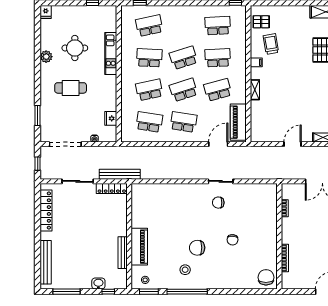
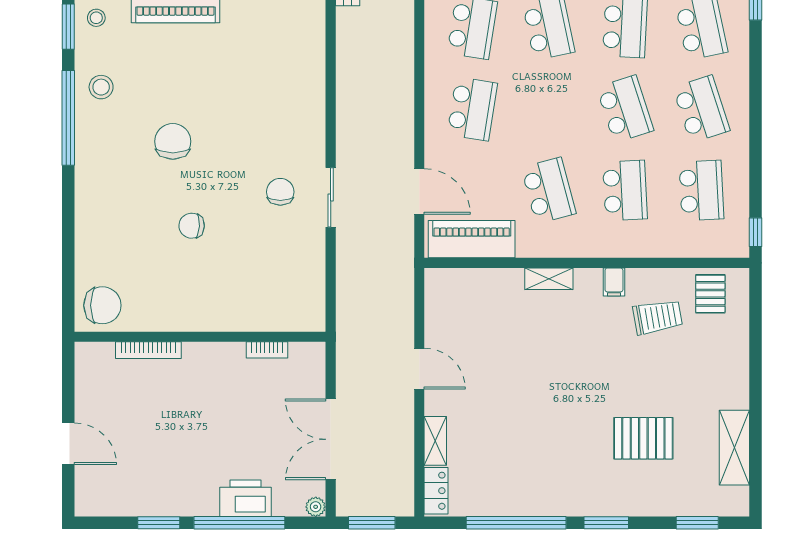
school desk: (183, 90) -> (701, 109), moved
stool: (185, 270) -> (101, 87), moved

